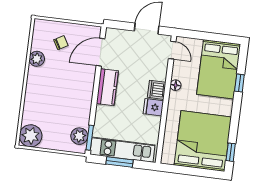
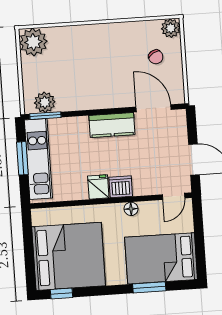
plant: (37, 59) -> (171, 28), moved
window: (239, 83) -> (149, 287), width x1.50

